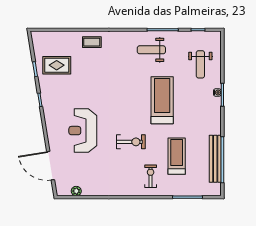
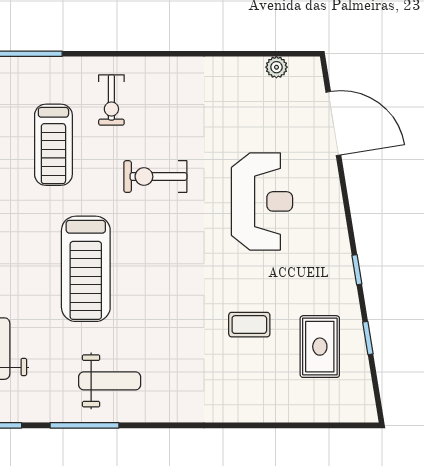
coffee table: (92, 42) -> (249, 325), moved
rug: (57, 65) -> (320, 347), turned 90

